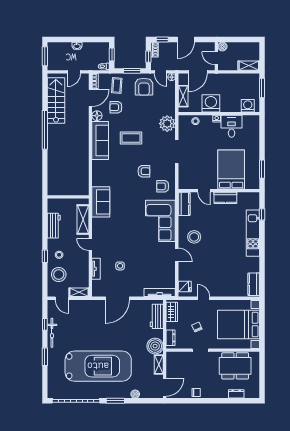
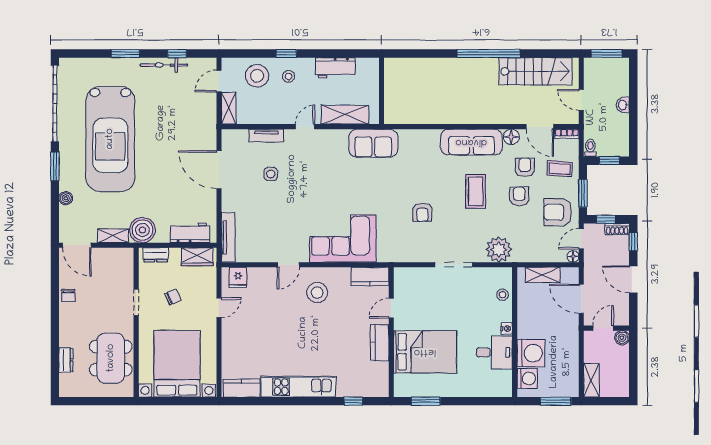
washing machine: (211, 103) -> (531, 353), moved
armchair: (163, 186) -> (519, 196), moved
kitchen unit: (253, 233) -> (298, 387), moved

